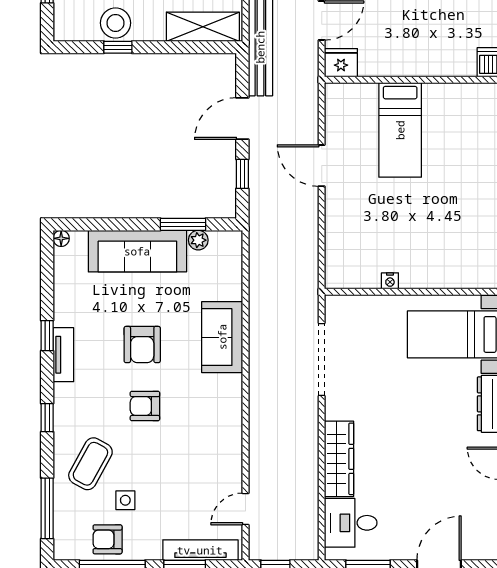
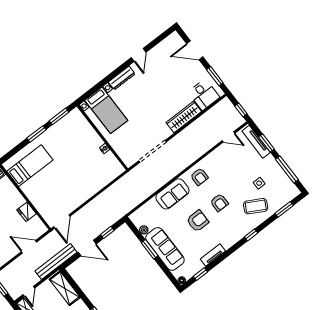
fridge: (341, 63) -> (27, 212), moved
bed: (400, 130) -> (30, 166), moved
door: (322, 166) -> (62, 221), moved
window: (183, 224) -> (150, 249), moved
window: (47, 336) -> (200, 274), moved
tv unit: (63, 355) -> (213, 255), moved
window: (47, 508) -> (284, 209), width x0.69
armchair: (108, 539) -> (199, 177), moved

